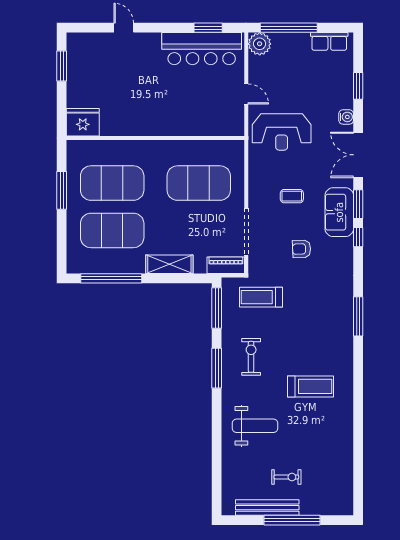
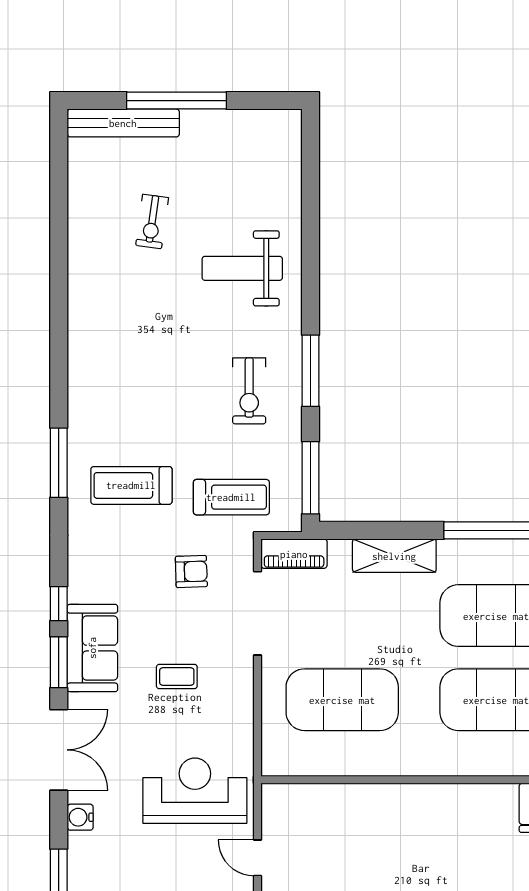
armchair: (302, 249) -> (191, 572), moved
treadmill: (310, 386) -> (131, 485), moved
exercise bike: (286, 477) -> (152, 221), moved, turned -82
bench: (267, 508) -> (123, 123), moved

